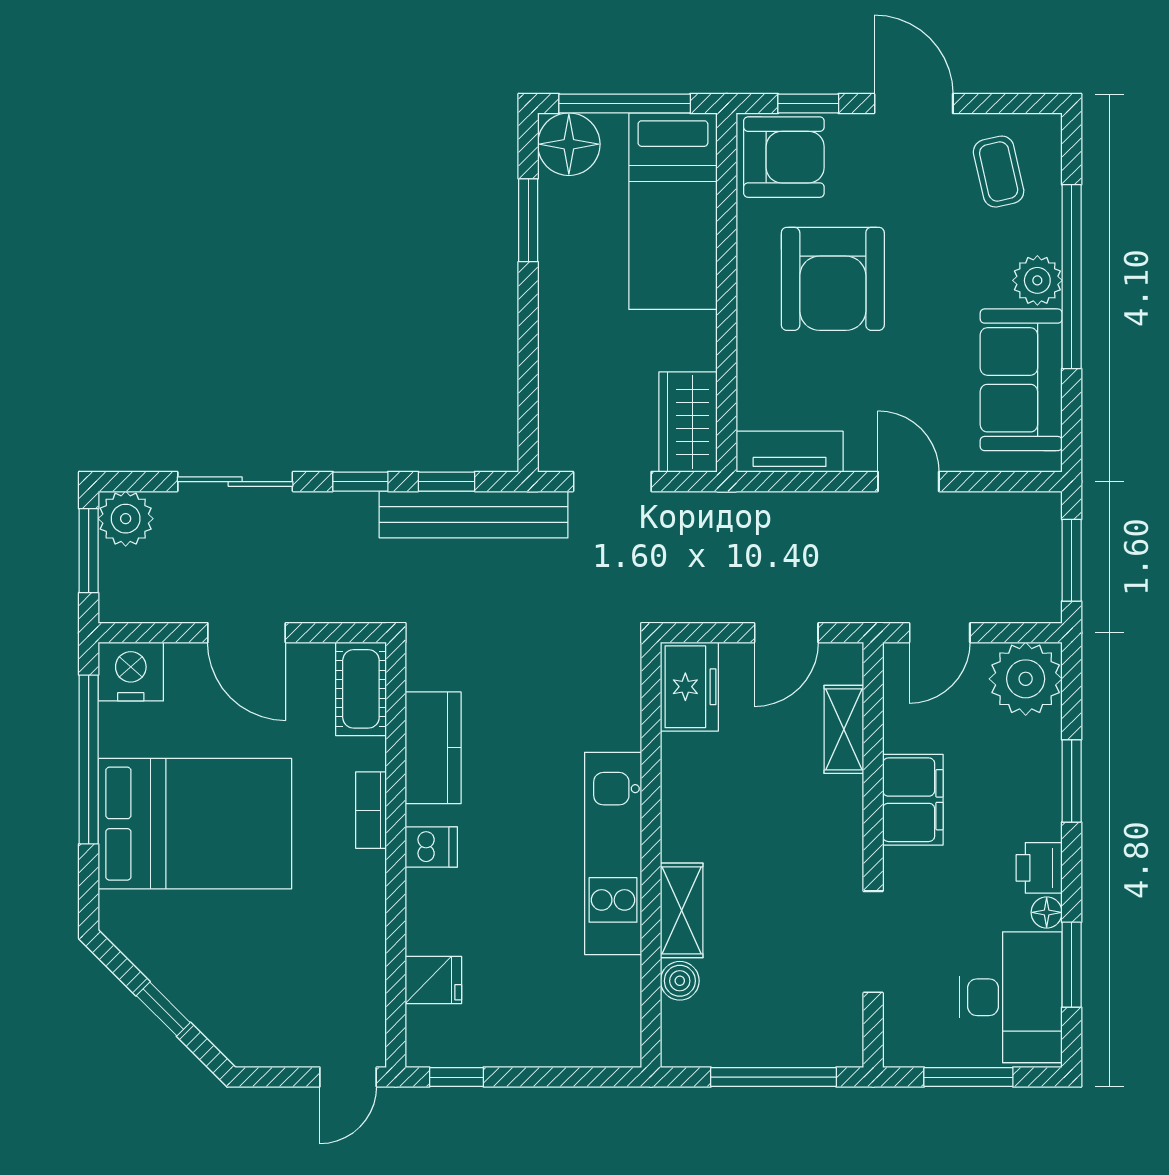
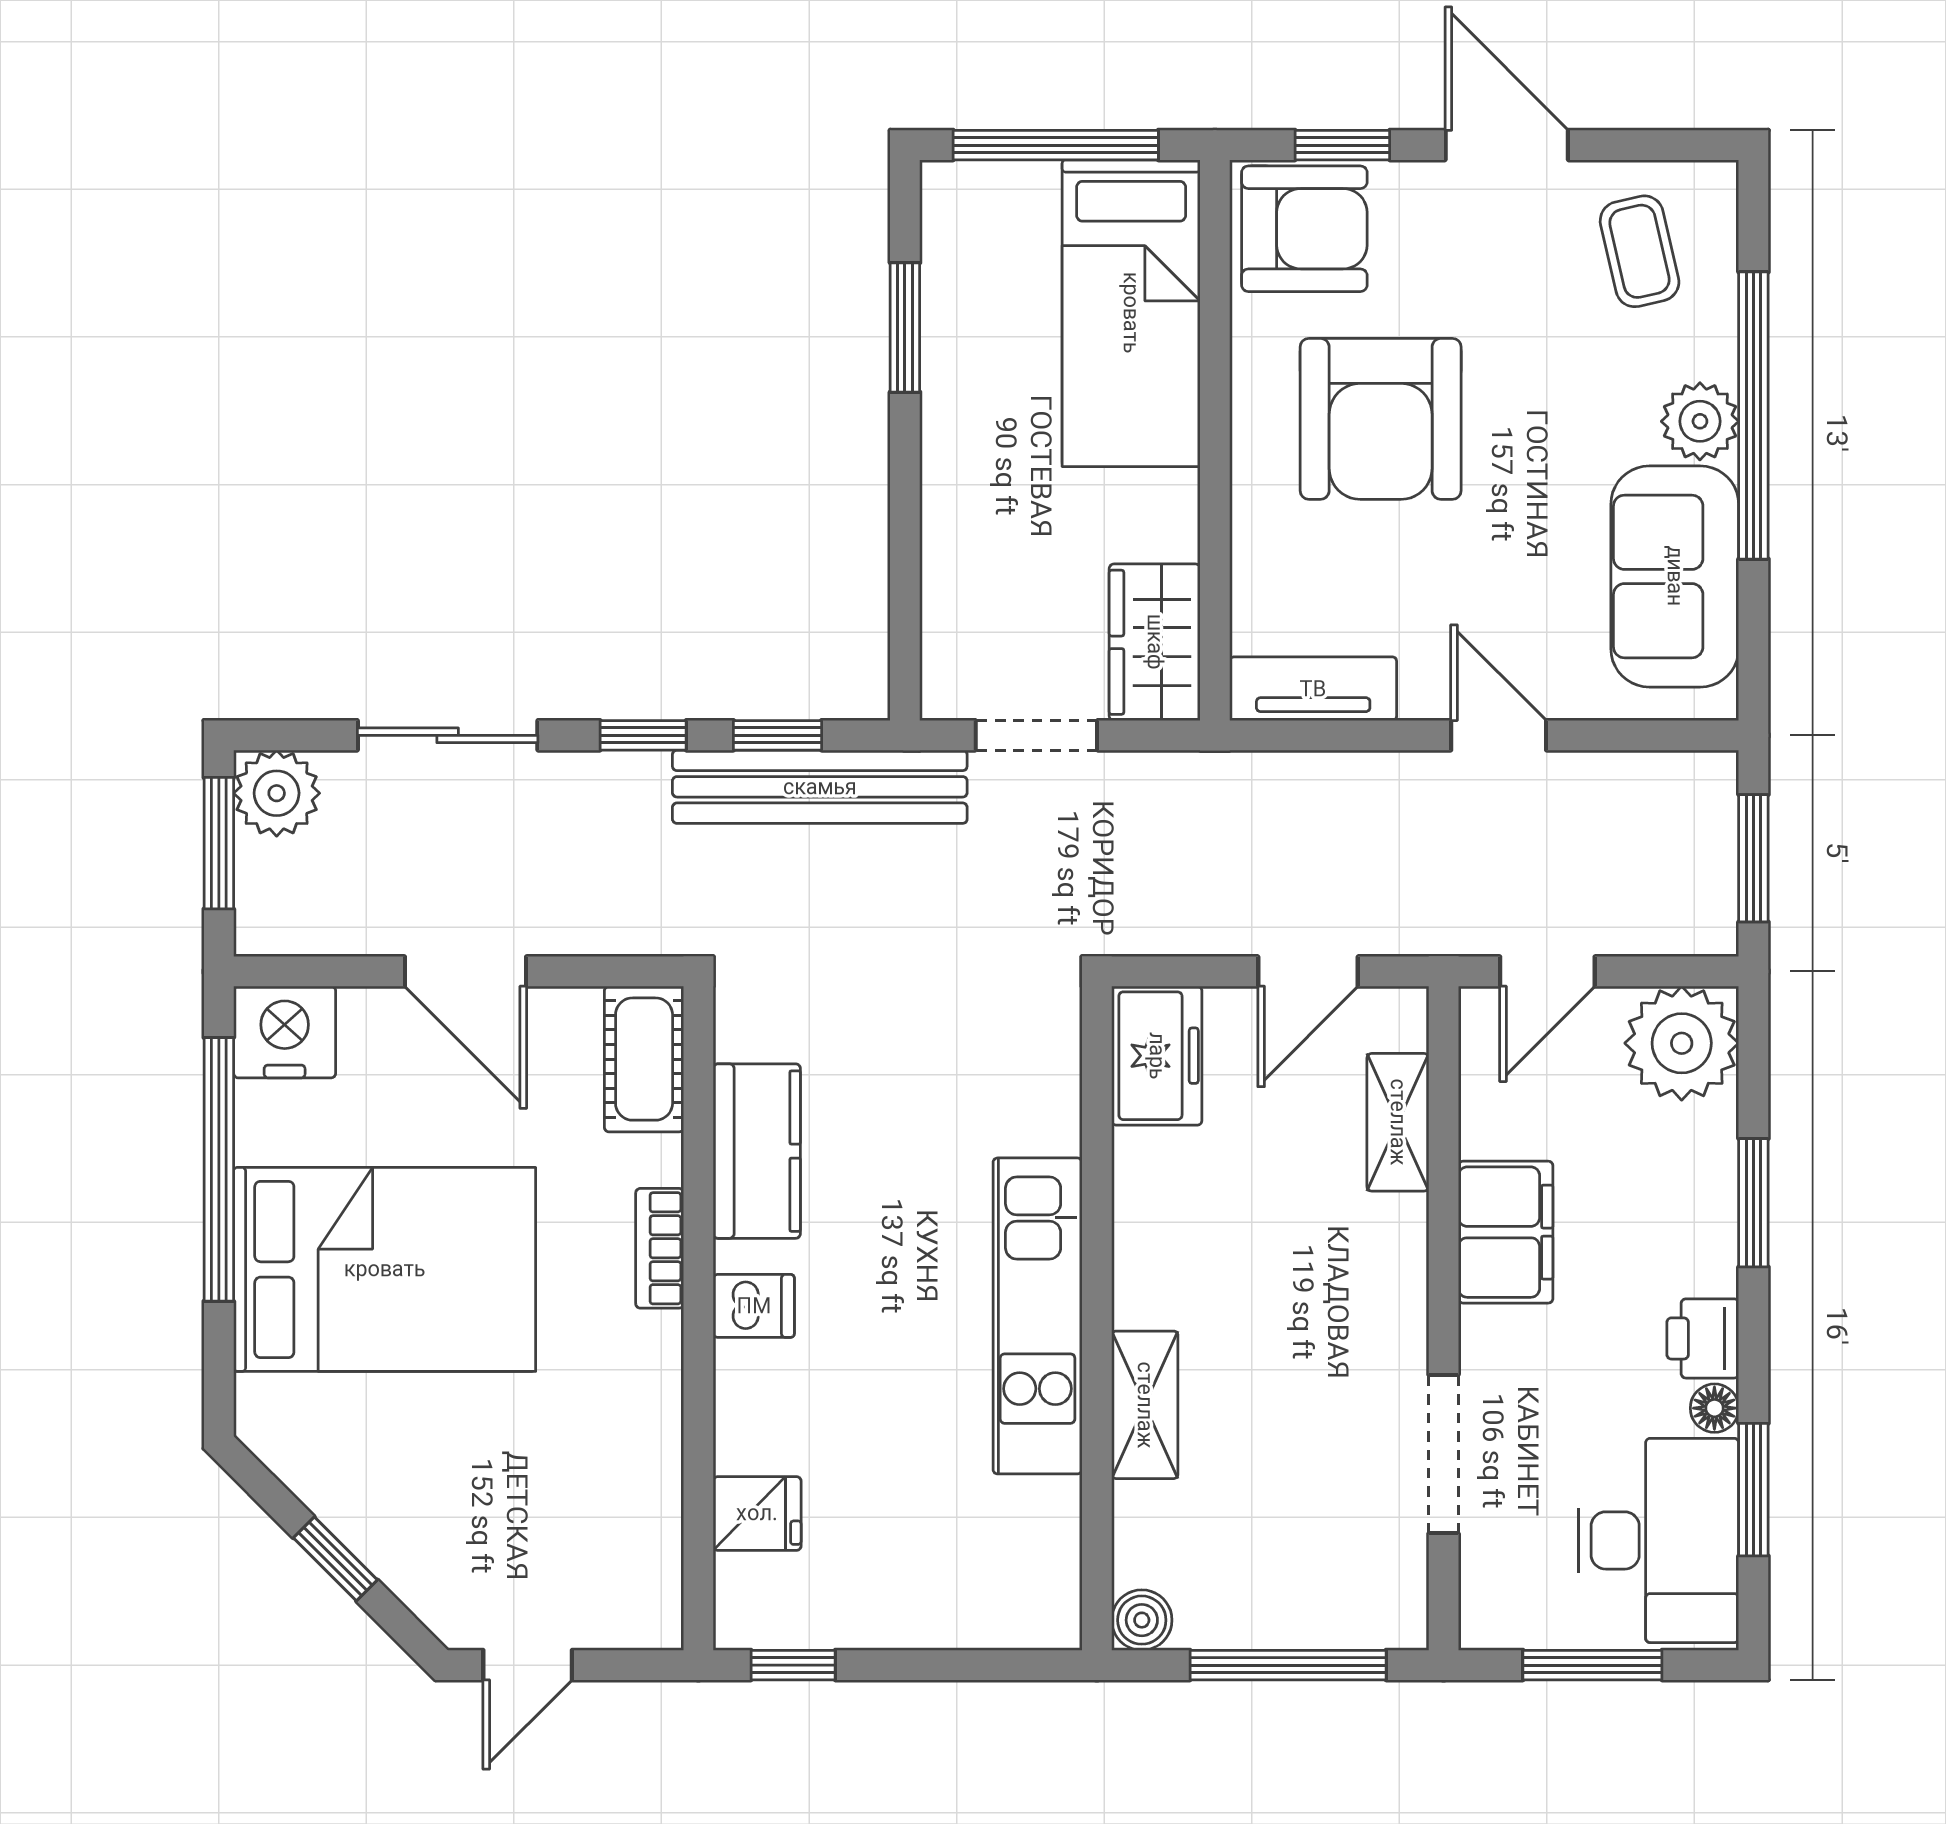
floor lamp: (569, 144) -> (969, 209), removed
boiler: (680, 981) -> (1142, 1620), moved
door: (348, 1077) -> (528, 1665), moved

